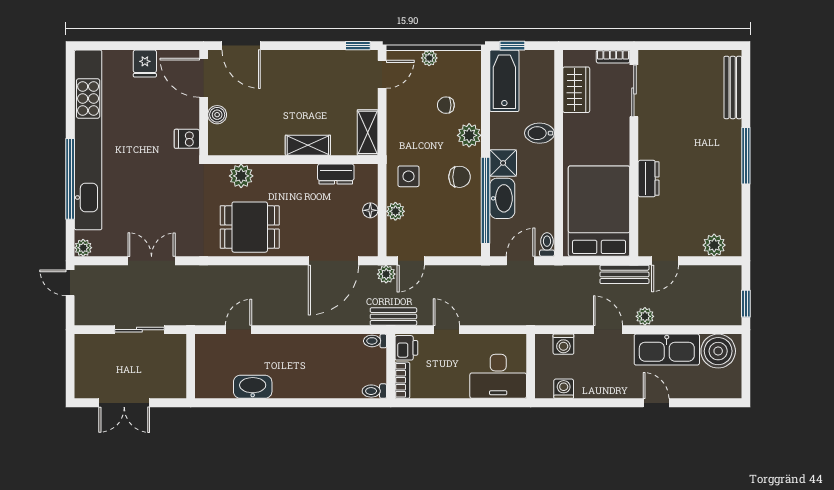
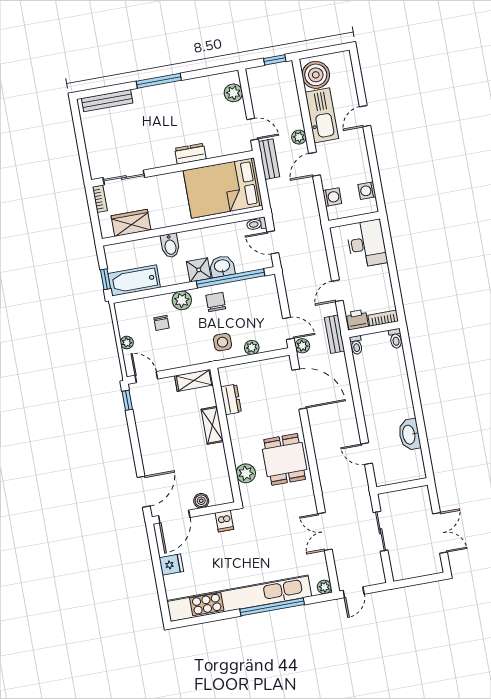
washbasin: (502, 198) -> (222, 266), width x0.72
floor lamp: (370, 210) -> (255, 367), removed

